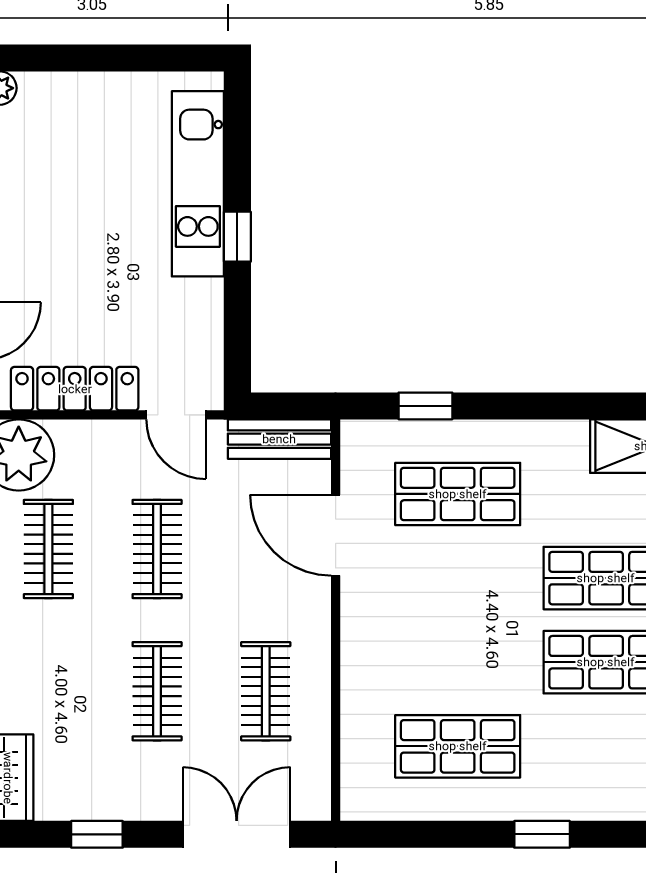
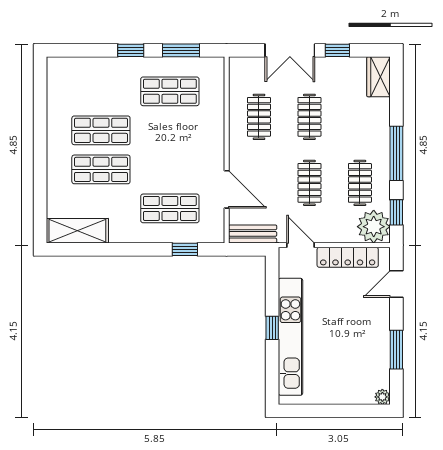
kitchen unit: (198, 184) -> (290, 337), width x1.36
double door: (237, 834) -> (290, 50), moved
window: (434, 834) -> (181, 50), added

